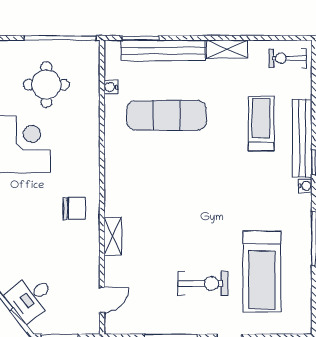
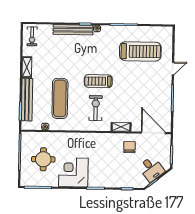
treadmill: (261, 124) -> (98, 81), moved
chair: (74, 209) -> (129, 147), moved
exercise bike: (203, 283) -> (96, 108), moved
door: (102, 300) -> (153, 133), width x1.88

